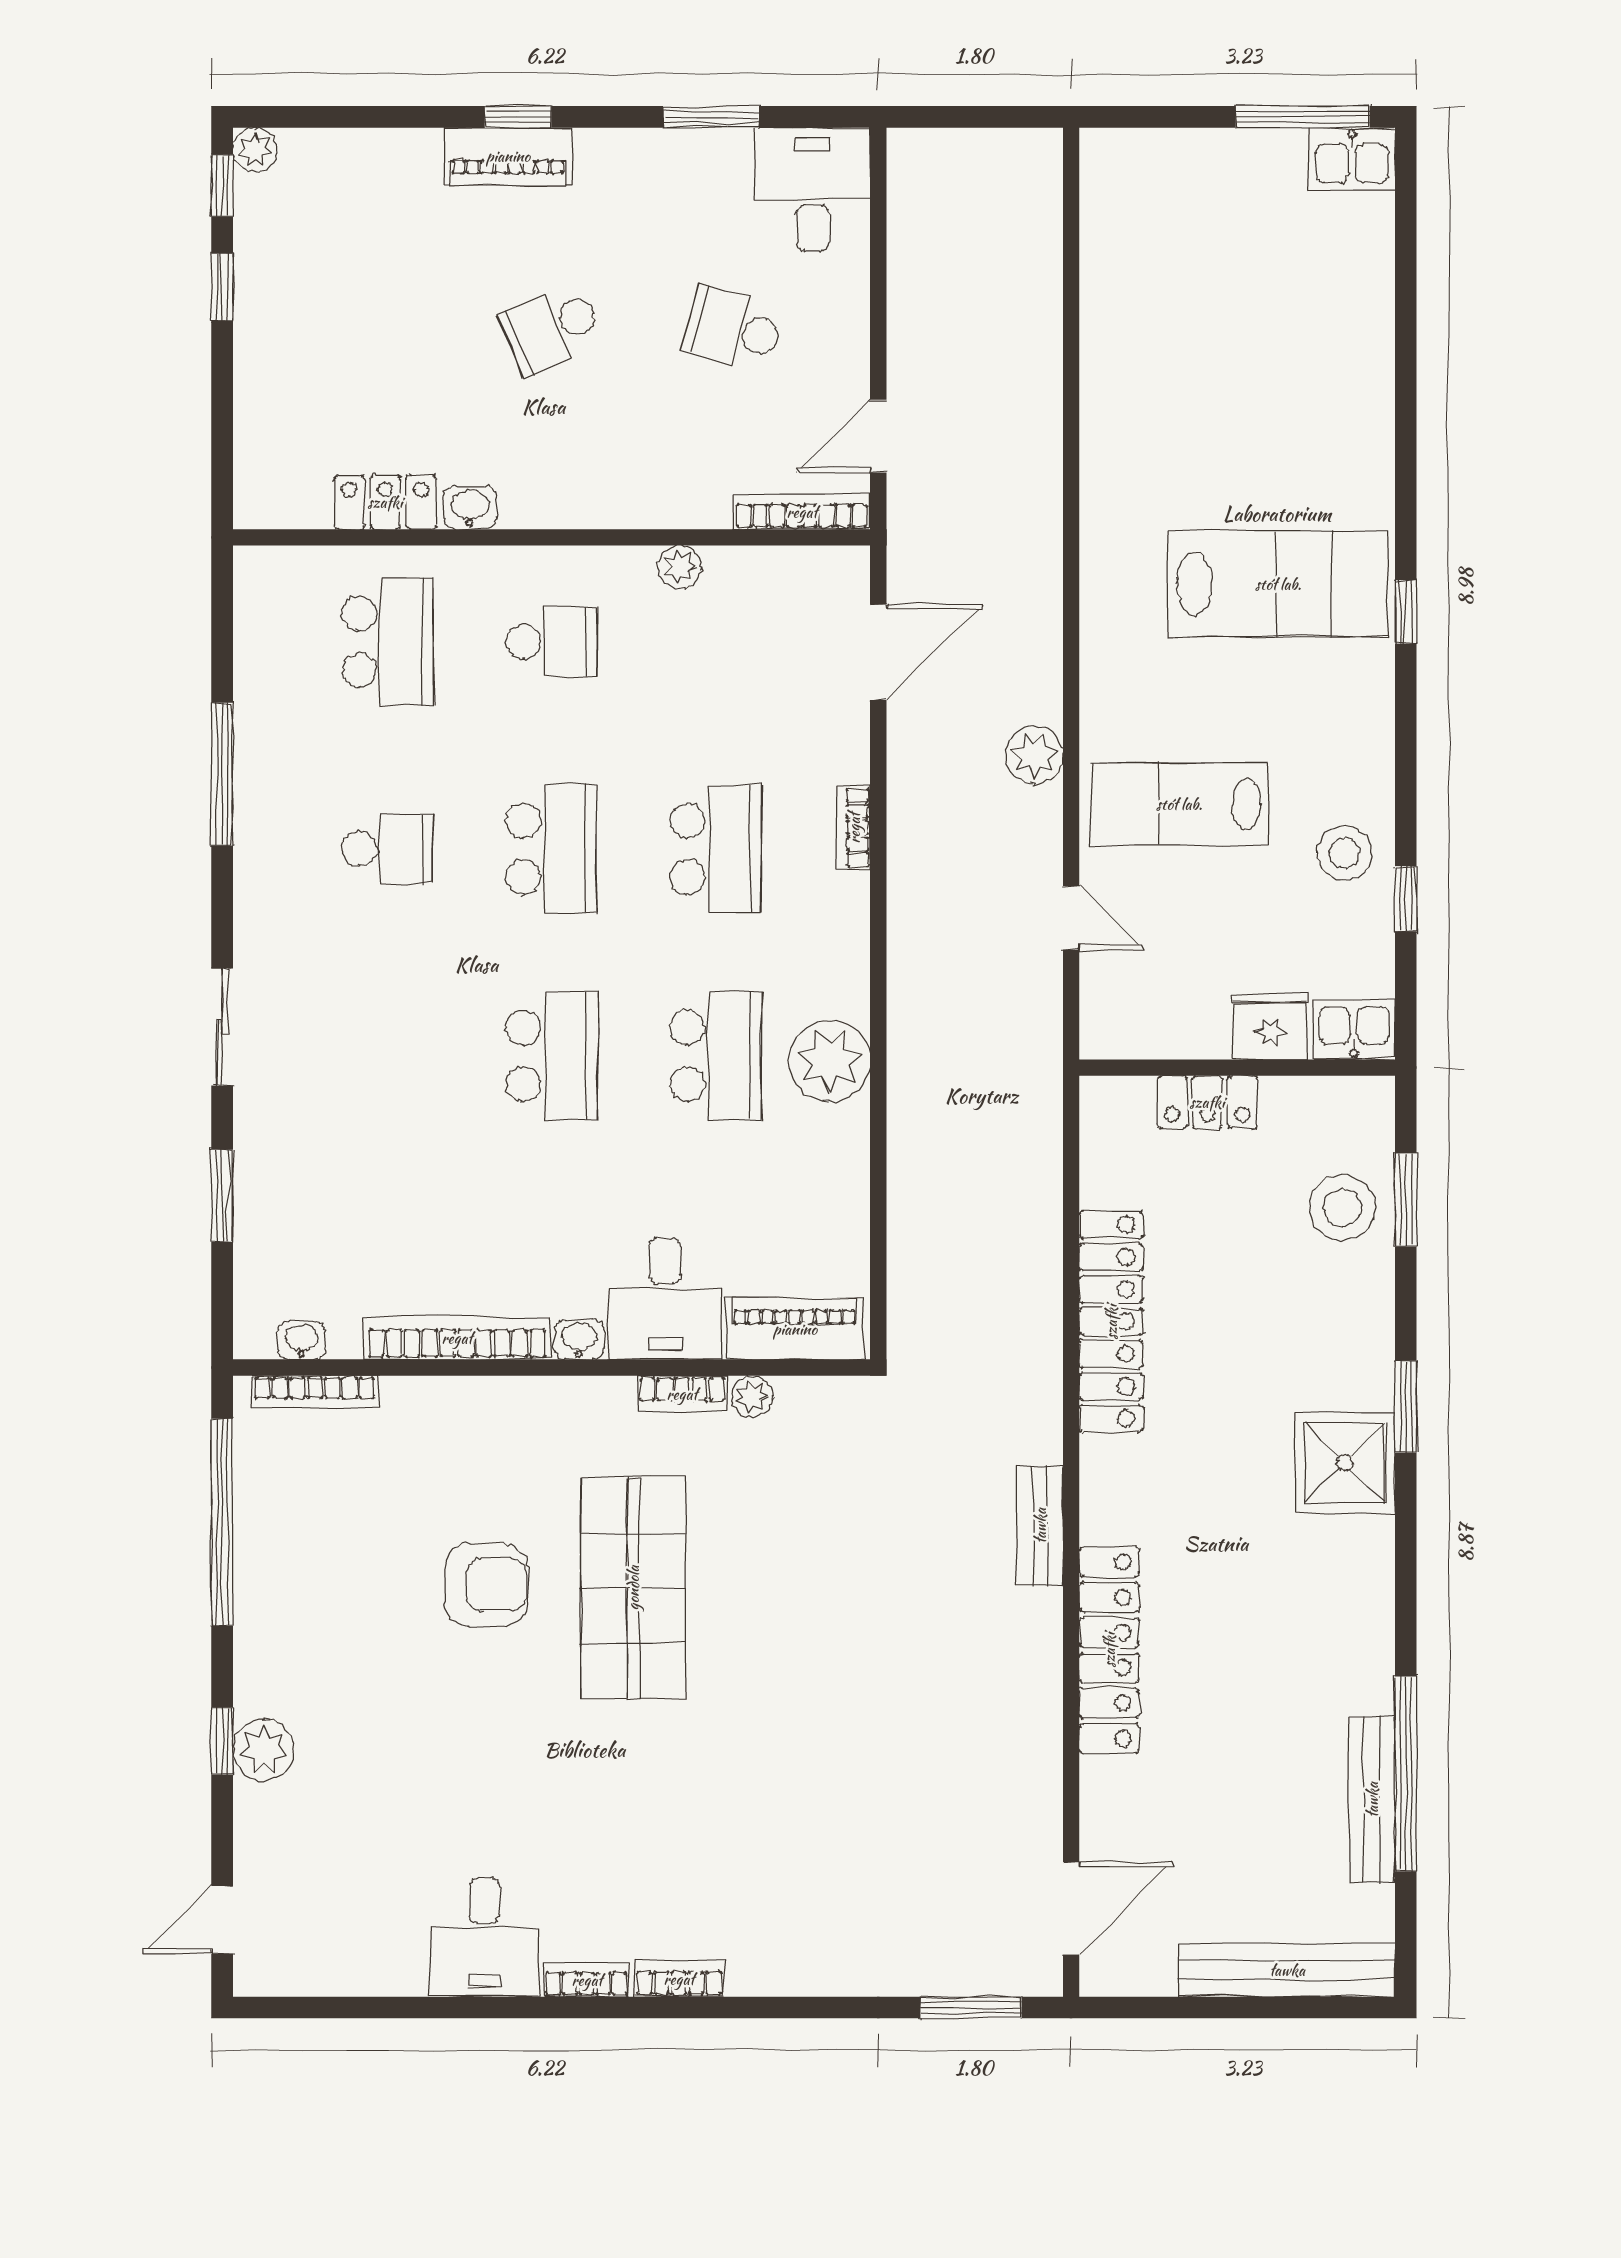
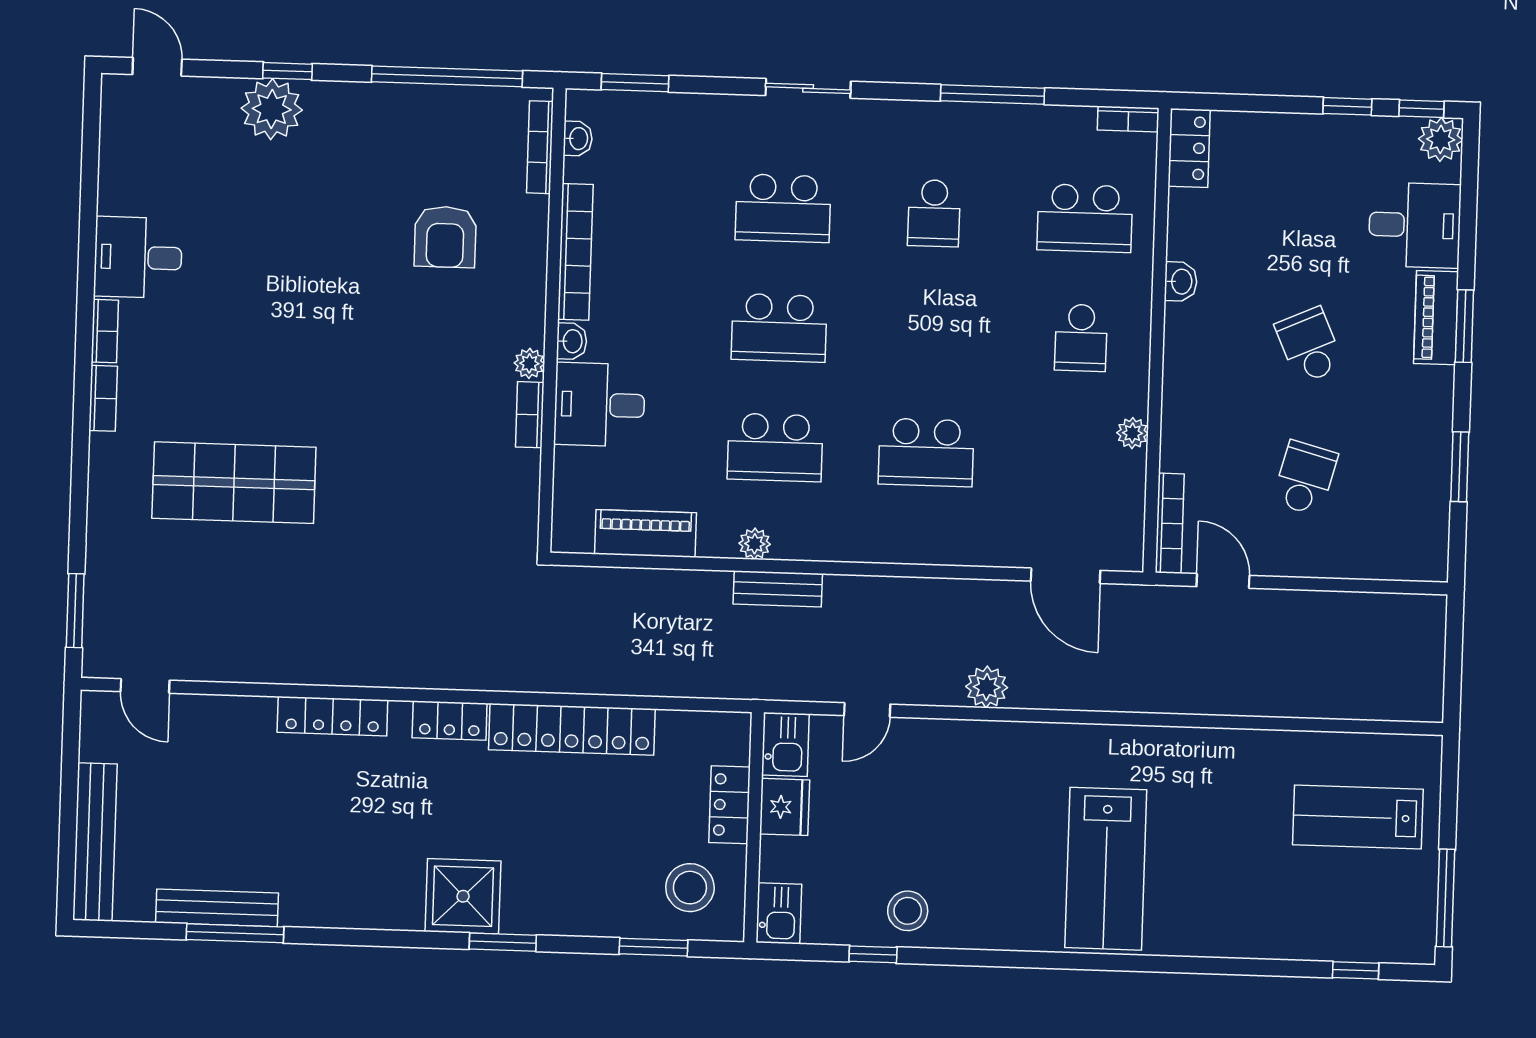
window: (518, 117) -> (1464, 326), width x1.50
plant: (255, 150) -> (1441, 139), width x1.38, depth x1.38
kitchen sink: (1352, 159) -> (785, 744), moved, turned 180
desk: (813, 190) -> (1415, 225), moved
locker: (385, 502) -> (1189, 148), moved
window: (1406, 612) -> (1356, 970), moved
lab bench: (1179, 804) -> (1358, 817), moved, turned -90
bookcase: (854, 828) -> (1128, 119), moved, turned 180
school desk: (552, 849) -> (783, 208), moved
fridge: (1270, 1027) -> (785, 807), moved
plant: (830, 1061) -> (755, 544), width x0.53, depth x0.53
window: (222, 1196) -> (635, 83), moved
stool: (1342, 1207) -> (690, 888), moved
piano: (795, 1329) -> (645, 534), moved, turned -90
plant: (752, 1396) -> (529, 363), moved
locker: (1105, 1489) -> (450, 720), added
bench: (1040, 1526) -> (778, 589), moved
armchair: (486, 1585) -> (445, 237), moved
shop shelf: (633, 1588) -> (234, 483), moved
locker: (1109, 1650) -> (332, 716), width x0.71, depth x0.83
plant: (264, 1750) -> (272, 109), width x1.36, depth x1.36
window: (1406, 1774) -> (235, 933), width x0.68
door: (1071, 1908) -> (145, 686), width x0.73

